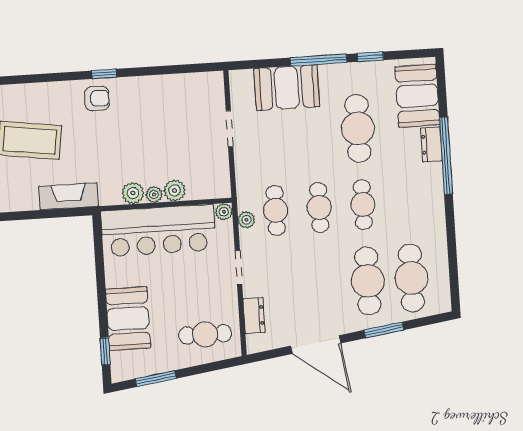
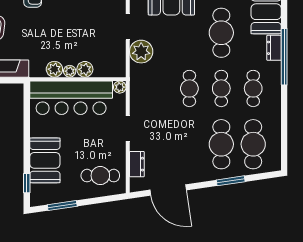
cafe table: (276, 210) -> (253, 88), moved
plant: (246, 220) -> (141, 52), moved, width x1.88, depth x1.88
door: (316, 345) -> (168, 190), moved

